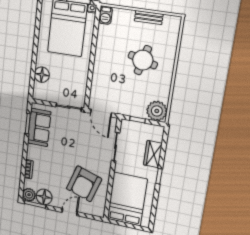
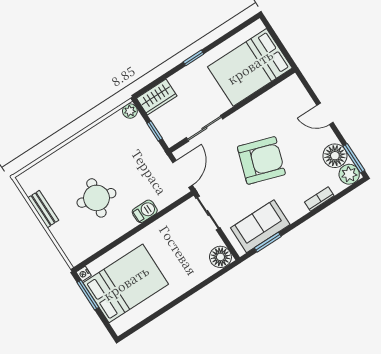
barbecue: (106, 15) -> (145, 211), moved
round table: (143, 60) -> (96, 198), moved
floor lamp: (42, 75) -> (220, 257), moved
plant: (157, 111) -> (130, 111), width x0.53, depth x0.53
wardrobe: (153, 154) -> (157, 97), moved
armchair: (84, 184) -> (261, 160), moved

